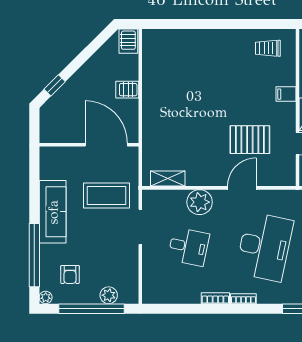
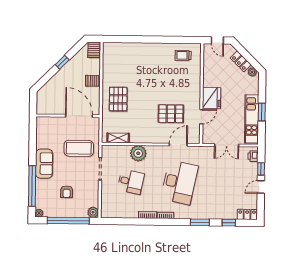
window: (55, 85) -> (62, 62), moved
filing cabinet: (286, 94) -> (194, 85), removed
pallet: (167, 118) -> (118, 99), added
door: (242, 188) -> (178, 145), moved
sofa: (53, 212) -> (44, 164), width x0.73
armchair: (70, 274) -> (67, 192), moved
plant: (109, 295) -> (93, 212), moved

